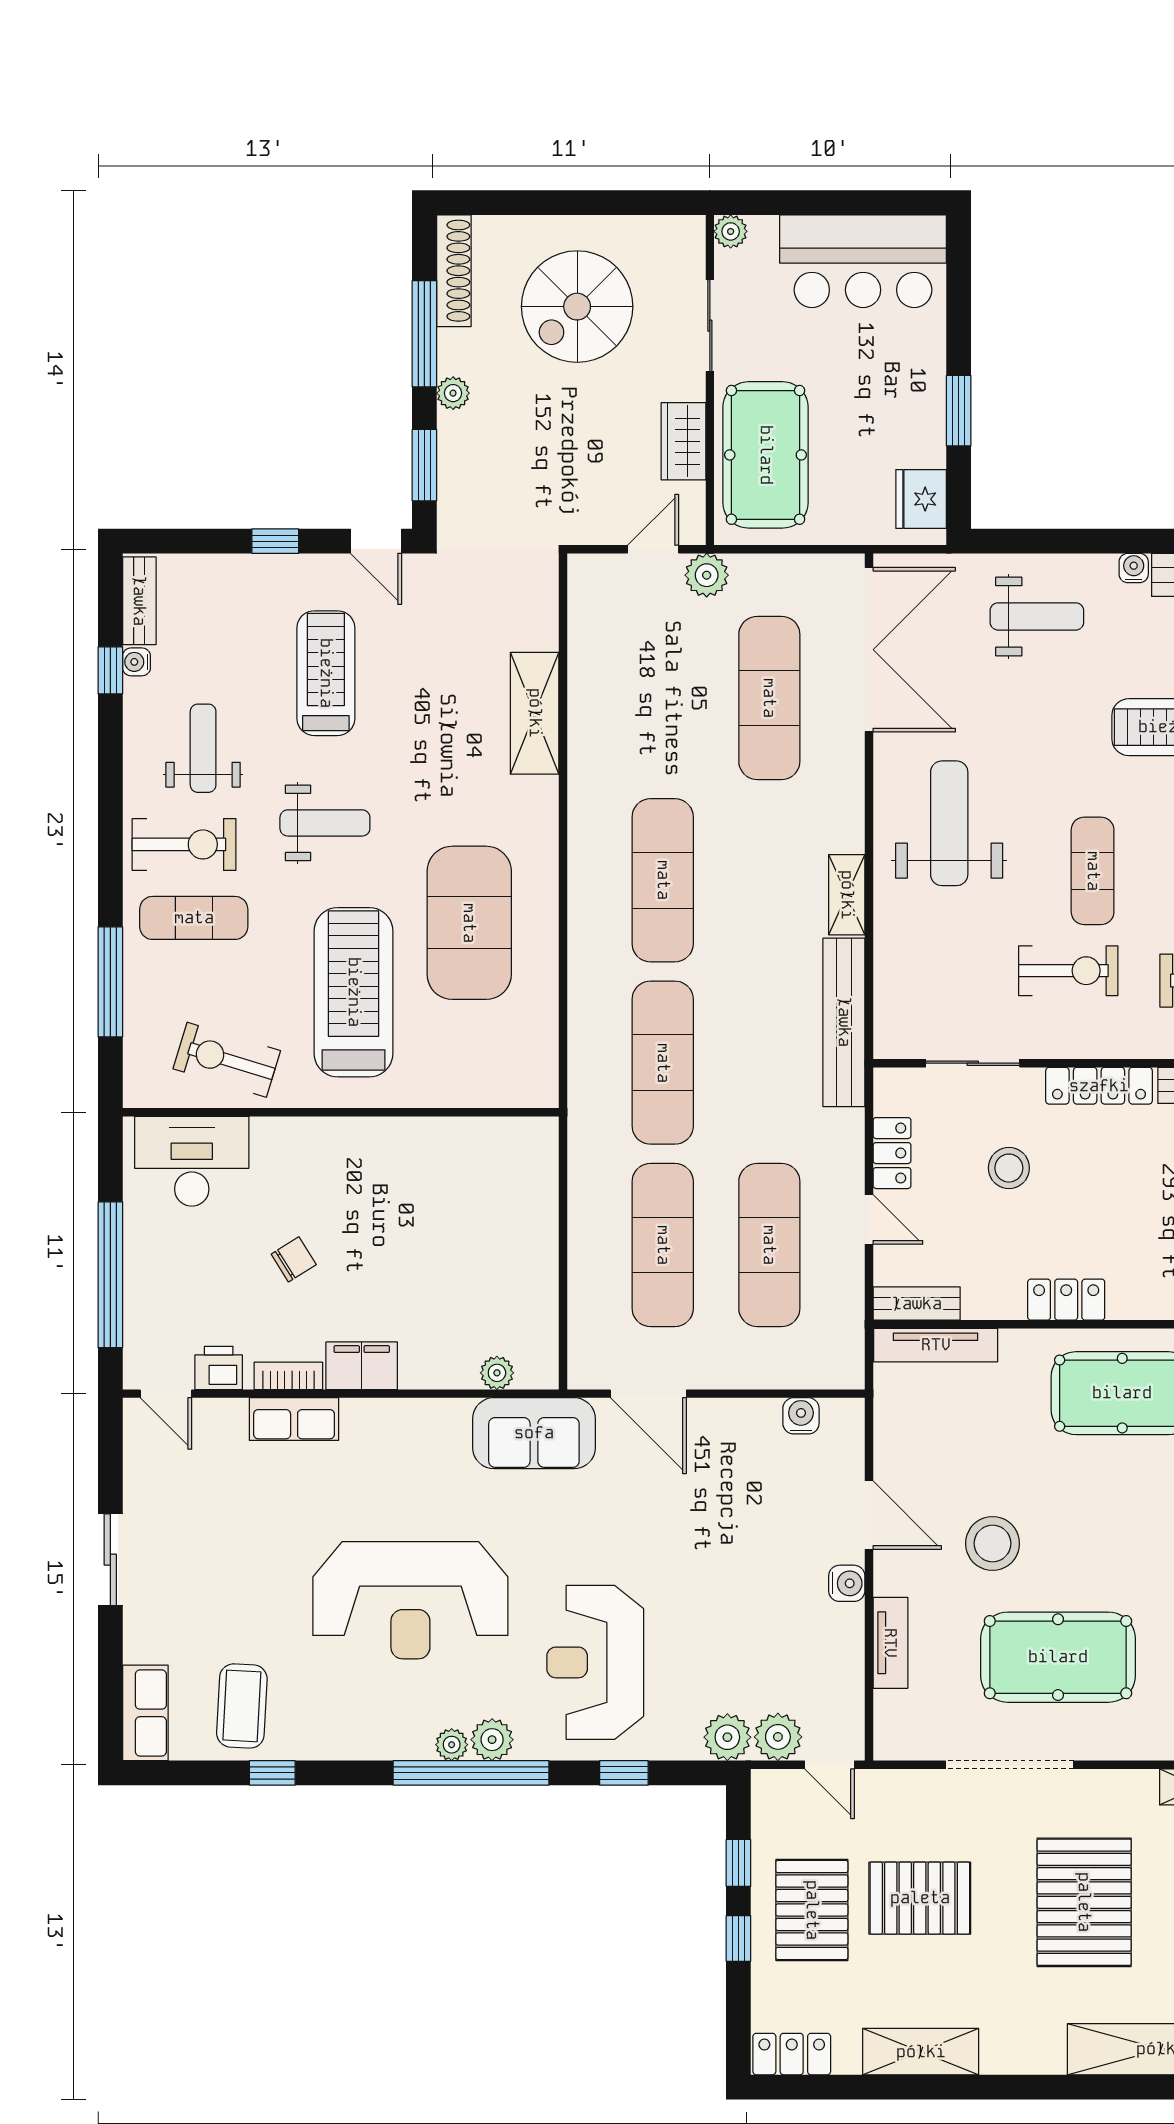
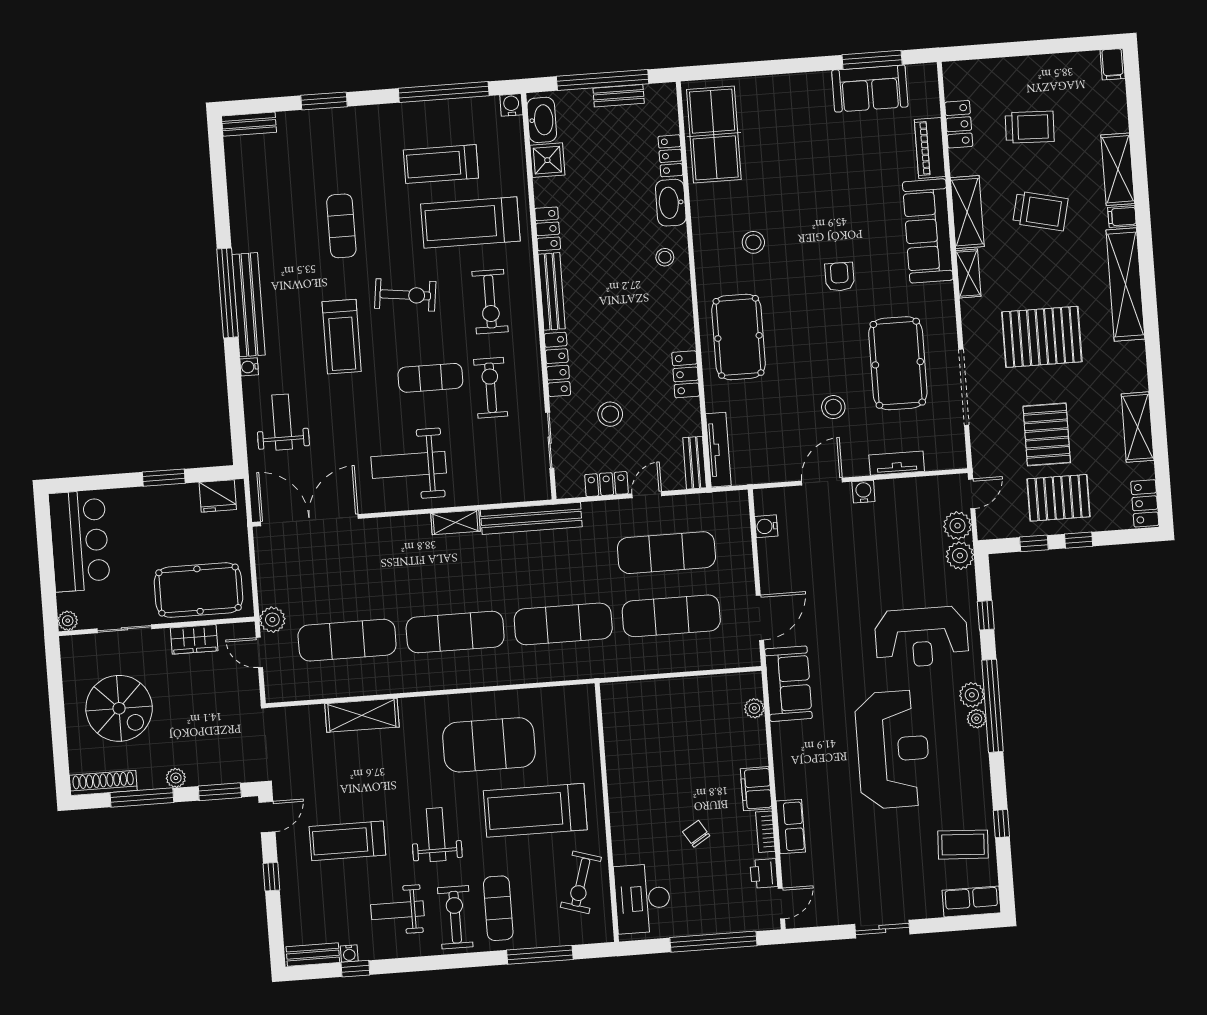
exercise mat: (769, 698) -> (347, 640), moved
stool: (993, 1543) -> (833, 407), width x0.73, depth x0.73

